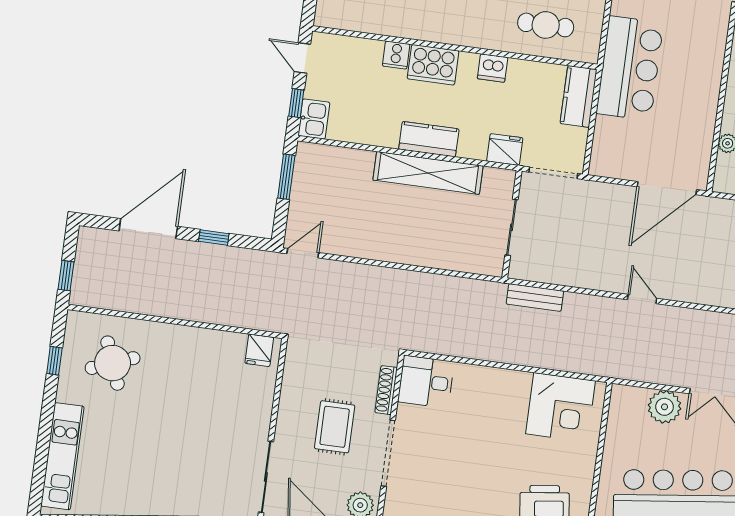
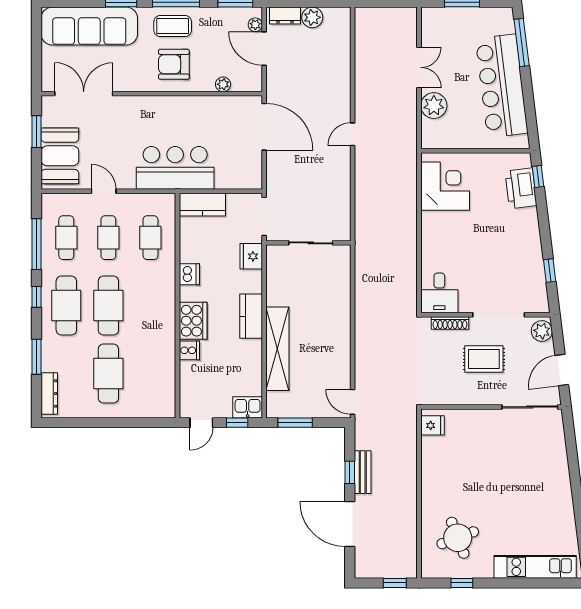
shelving: (428, 173) -> (277, 349), moved
bench: (535, 297) -> (363, 472), moved

